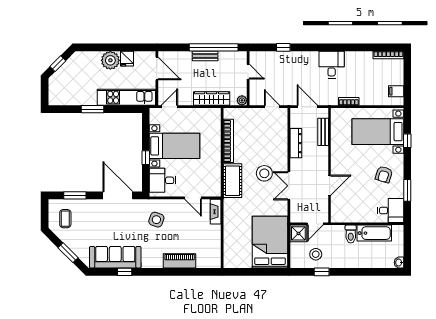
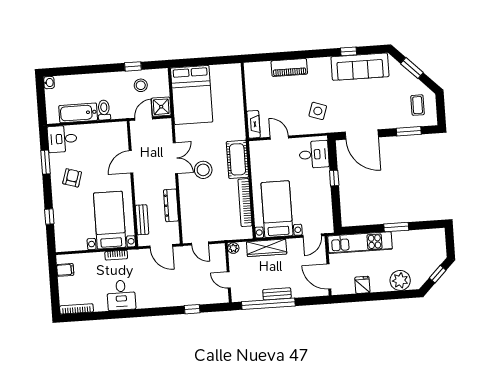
plant: (110, 60) -> (400, 280), moved
desk: (332, 65) -> (121, 295), moved
bed with nightstands: (378, 132) -> (110, 220), moved, turned -90
bed with nightstands: (175, 146) -> (277, 209), moved, turned 90

